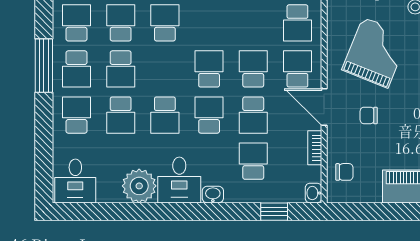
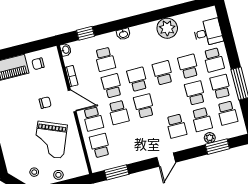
school desk: (209, 69) -> (144, 106), turned 180
school desk: (209, 115) -> (137, 79), turned 180
chair: (344, 172) -> (38, 64), moved
desk: (179, 180) -> (145, 38), removed
desk: (75, 181) -> (208, 32), moved, turned 90

